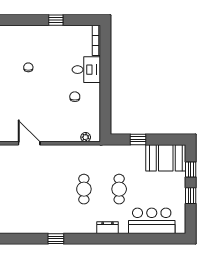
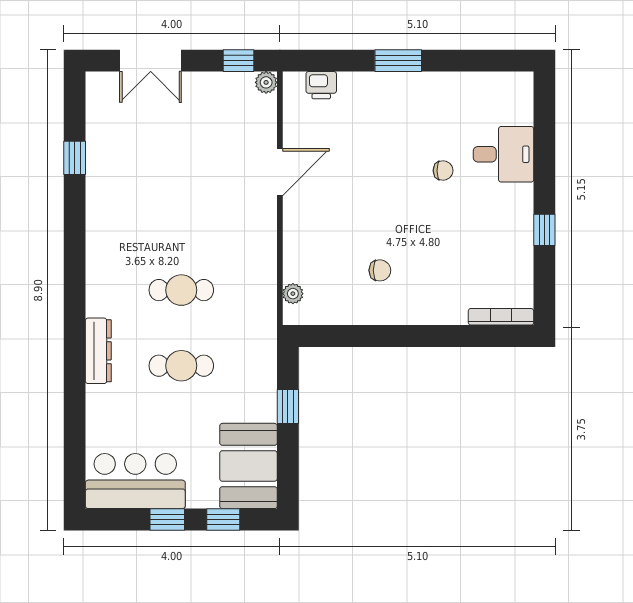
desk: (86, 70) -> (503, 154), moved, turned -90
bar counter: (152, 221) -> (135, 481), moved, turned -90
dresser: (108, 228) -> (98, 351), width x1.44
window: (56, 239) -> (75, 158), moved

